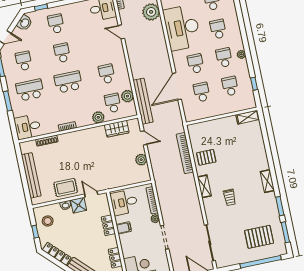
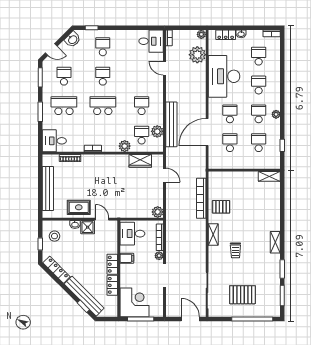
bench: (143, 101) -> (171, 124), moved
plant: (141, 160) -> (158, 212), moved
locker: (108, 225) -> (112, 264), moved
pallet: (259, 237) -> (242, 295), moved

